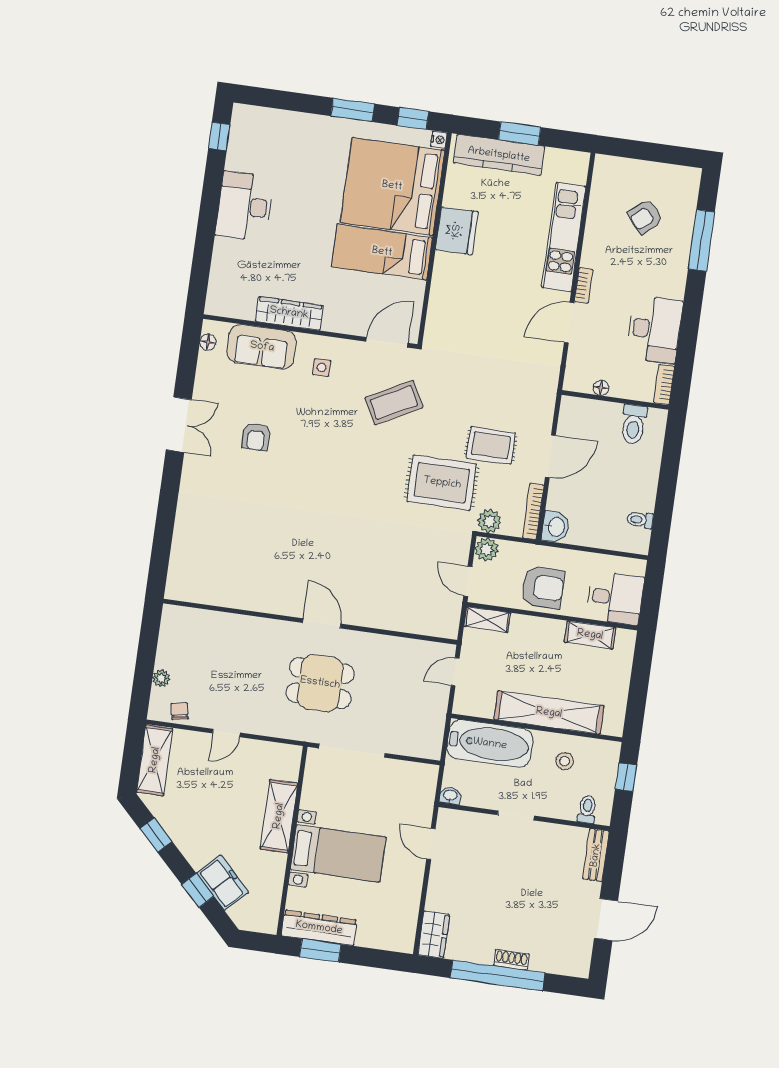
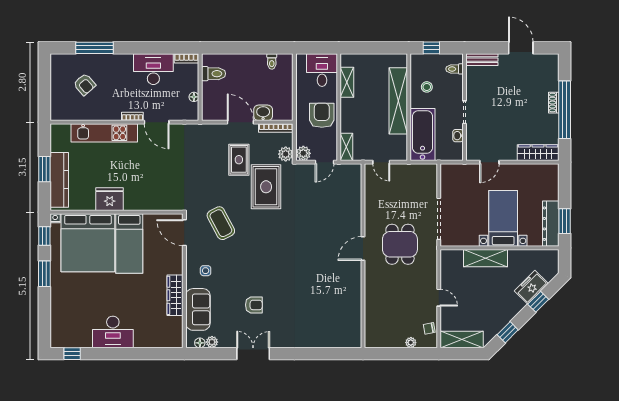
plant: (206, 362) -> (212, 342), added
washbasin: (556, 527) -> (263, 113), moved
washbasin: (450, 796) -> (458, 136), moved
wardrobe: (434, 935) -> (538, 153), width x1.50

